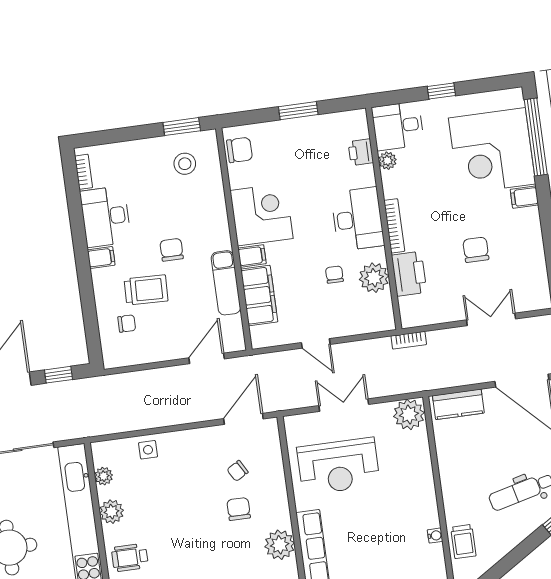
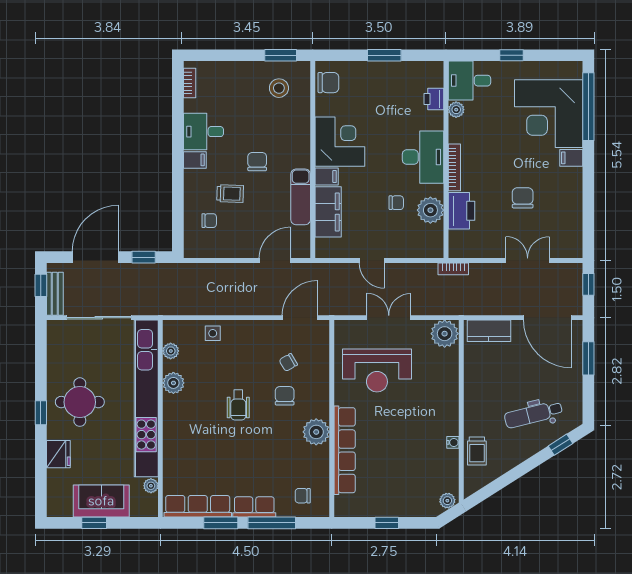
desk: (106, 217) -> (203, 132), width x0.73
chair: (334, 275) -> (396, 203), turned 90
trolley: (146, 290) -> (230, 194), width x0.73, depth x0.72
wheelchair: (130, 558) -> (238, 405), moved, turned -90

